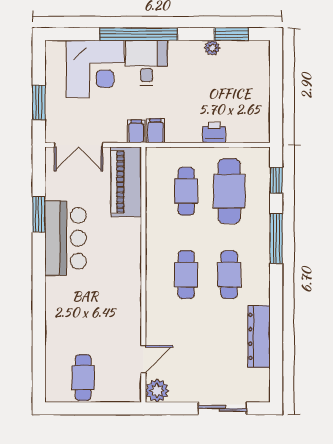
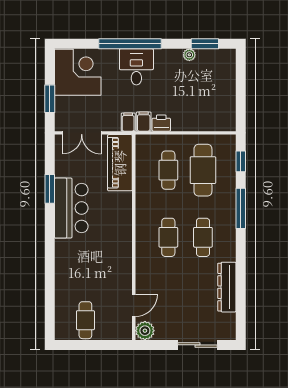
corner desk: (95, 69) -> (78, 72), moved, turned -90
printer: (214, 133) -> (161, 123), moved

